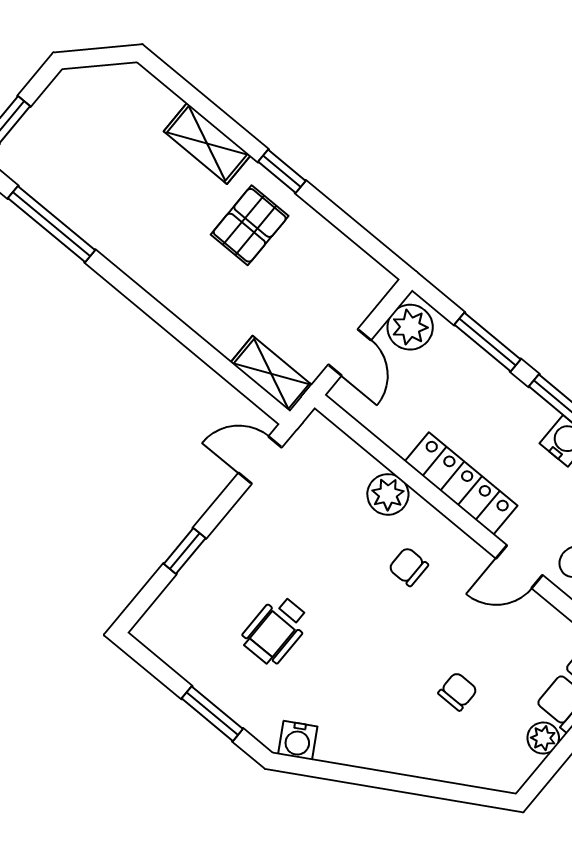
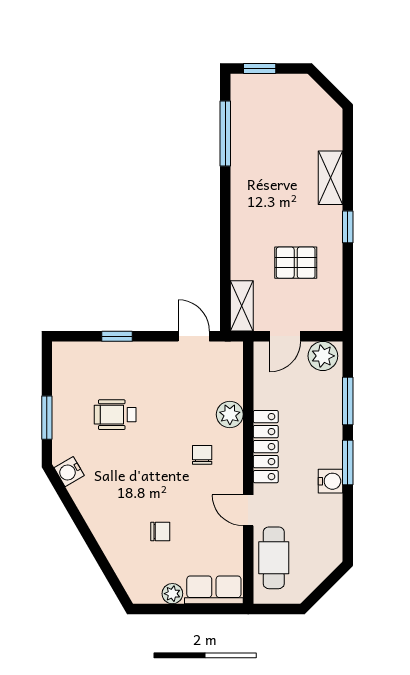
pallet: (250, 225) -> (296, 263), moved

